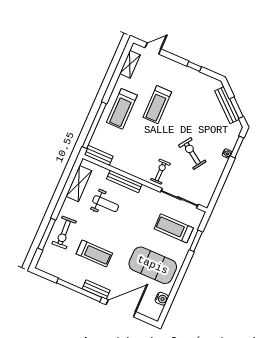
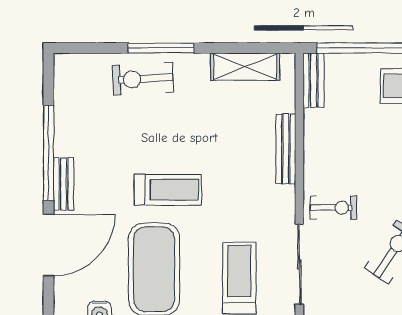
weight bench: (106, 204) -> (230, 132), removed
window: (47, 234) -> (161, 48), moved
treadmill: (94, 254) -> (168, 190), moved, turned -90
door: (121, 308) -> (49, 245), hinge flipped

